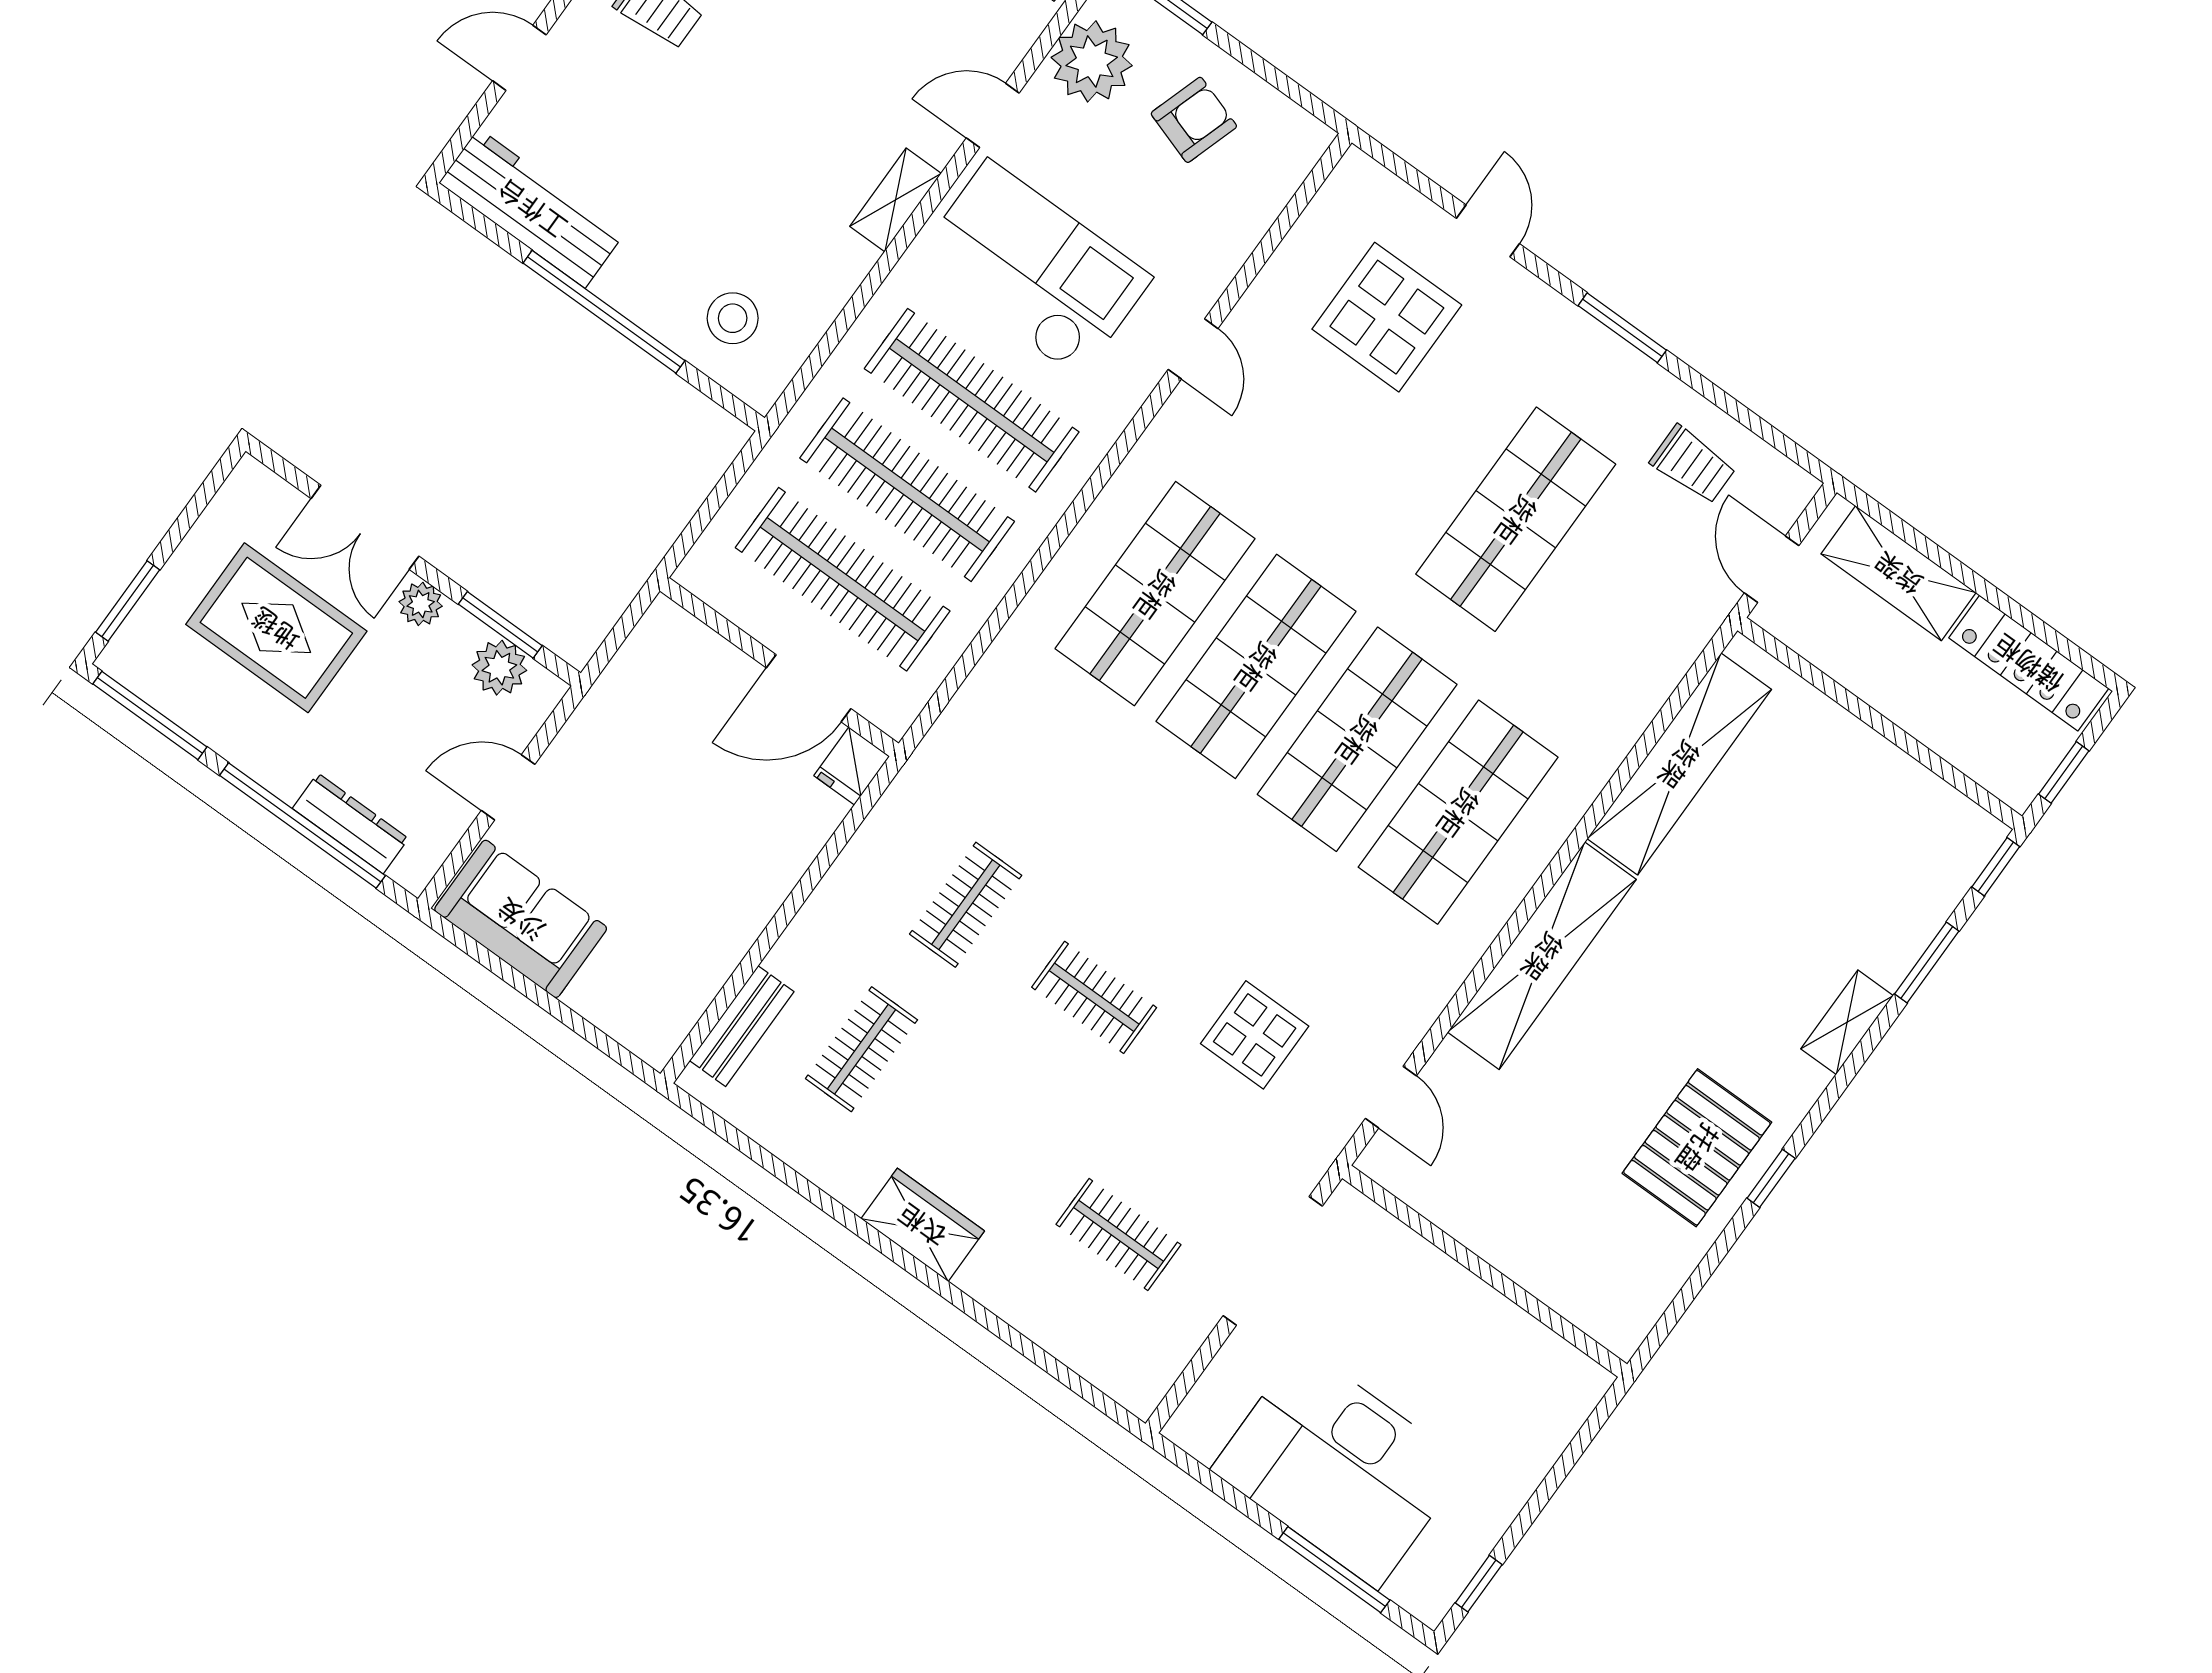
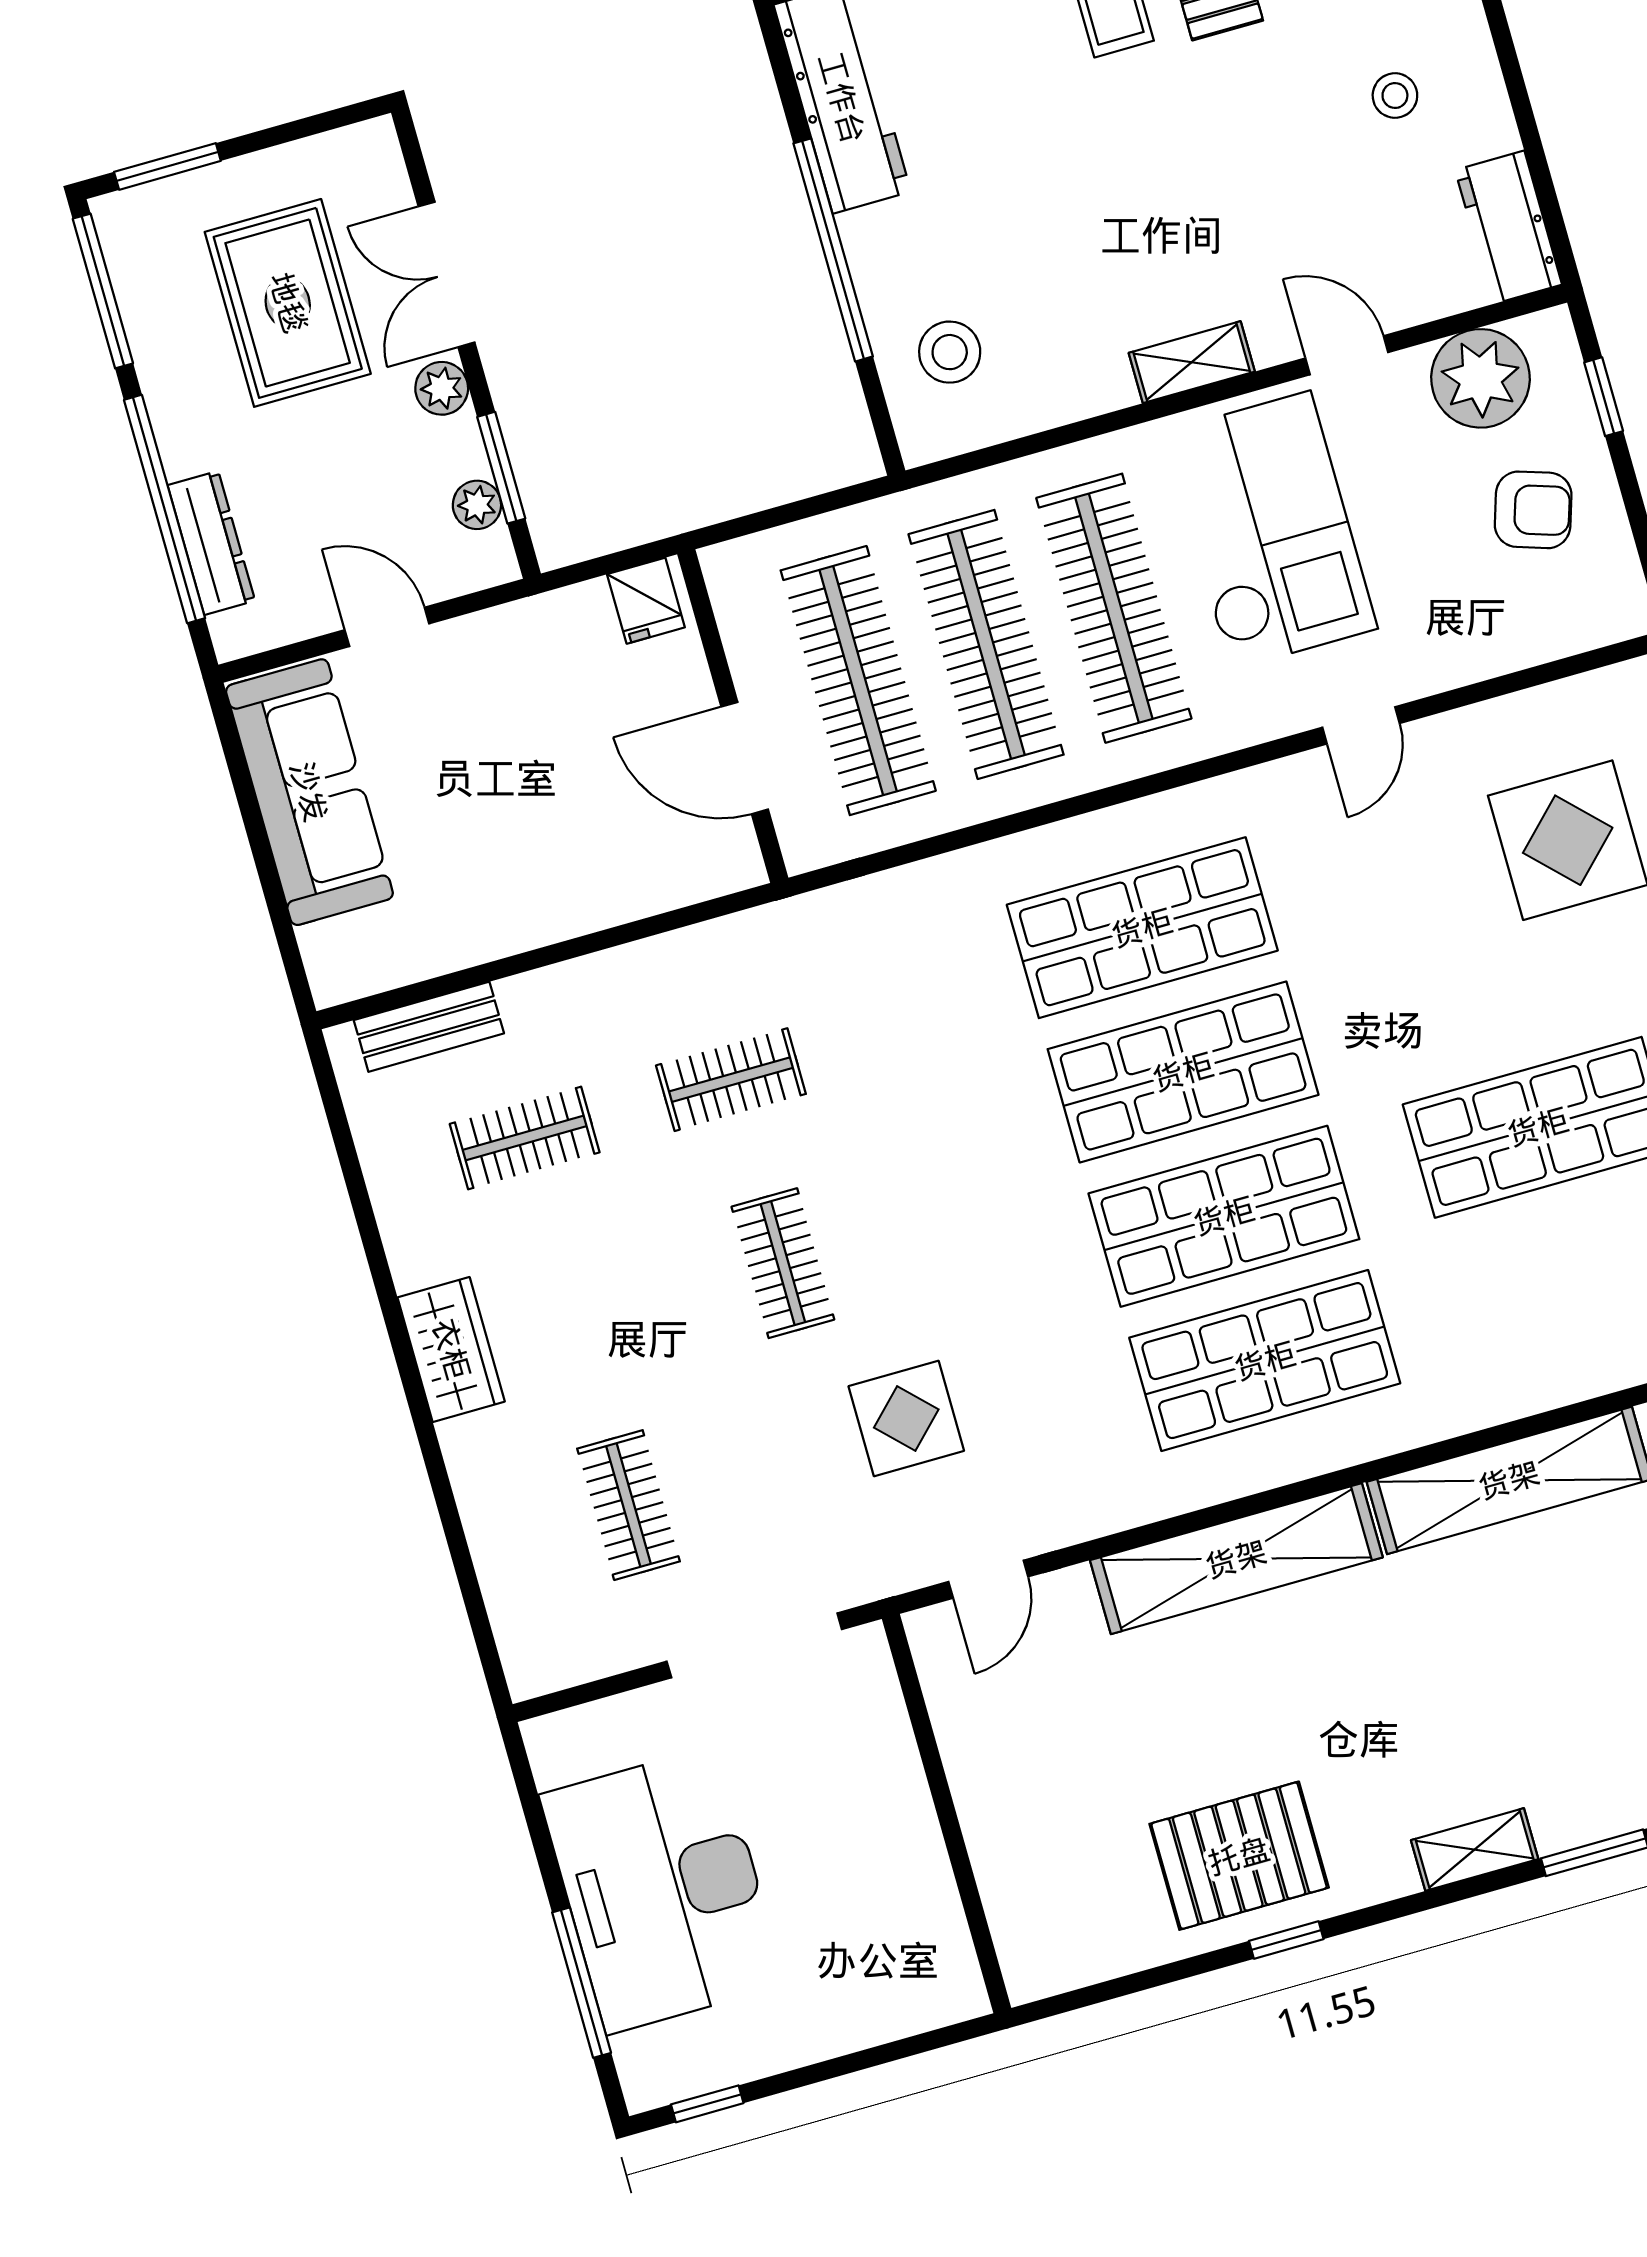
plant: (499, 668) -> (477, 505), width x0.73, depth x0.73
fridge: (852, 766) -> (646, 601), moved, turned -90
sofa: (521, 919) -> (309, 792), width x1.36

